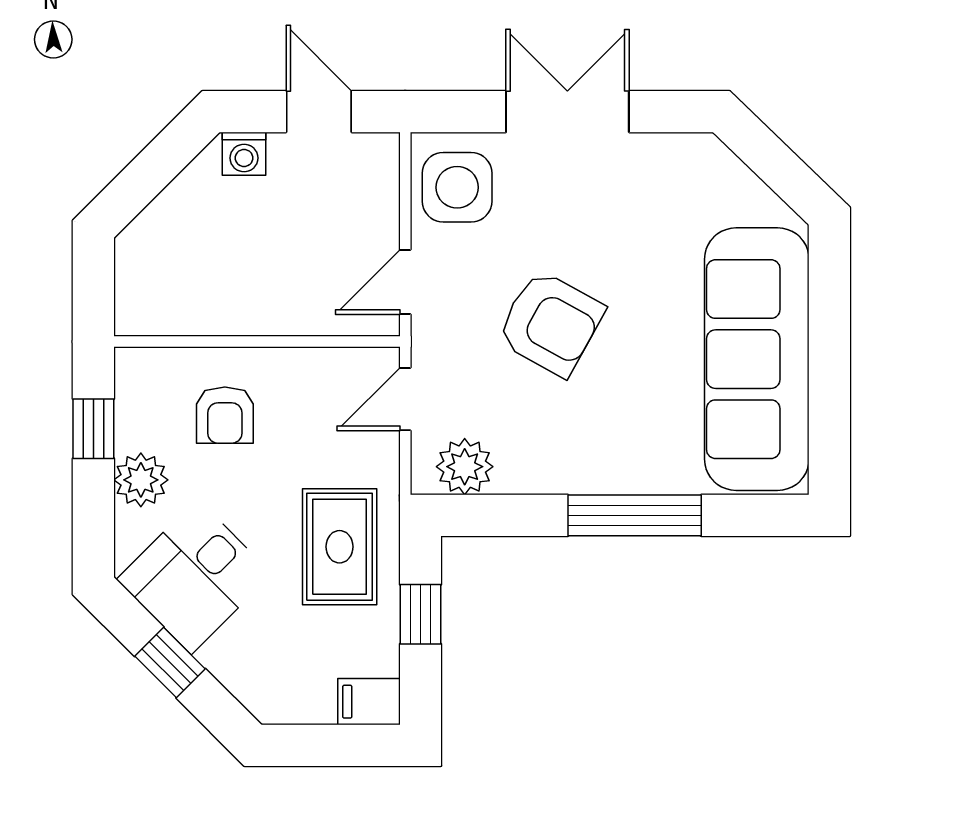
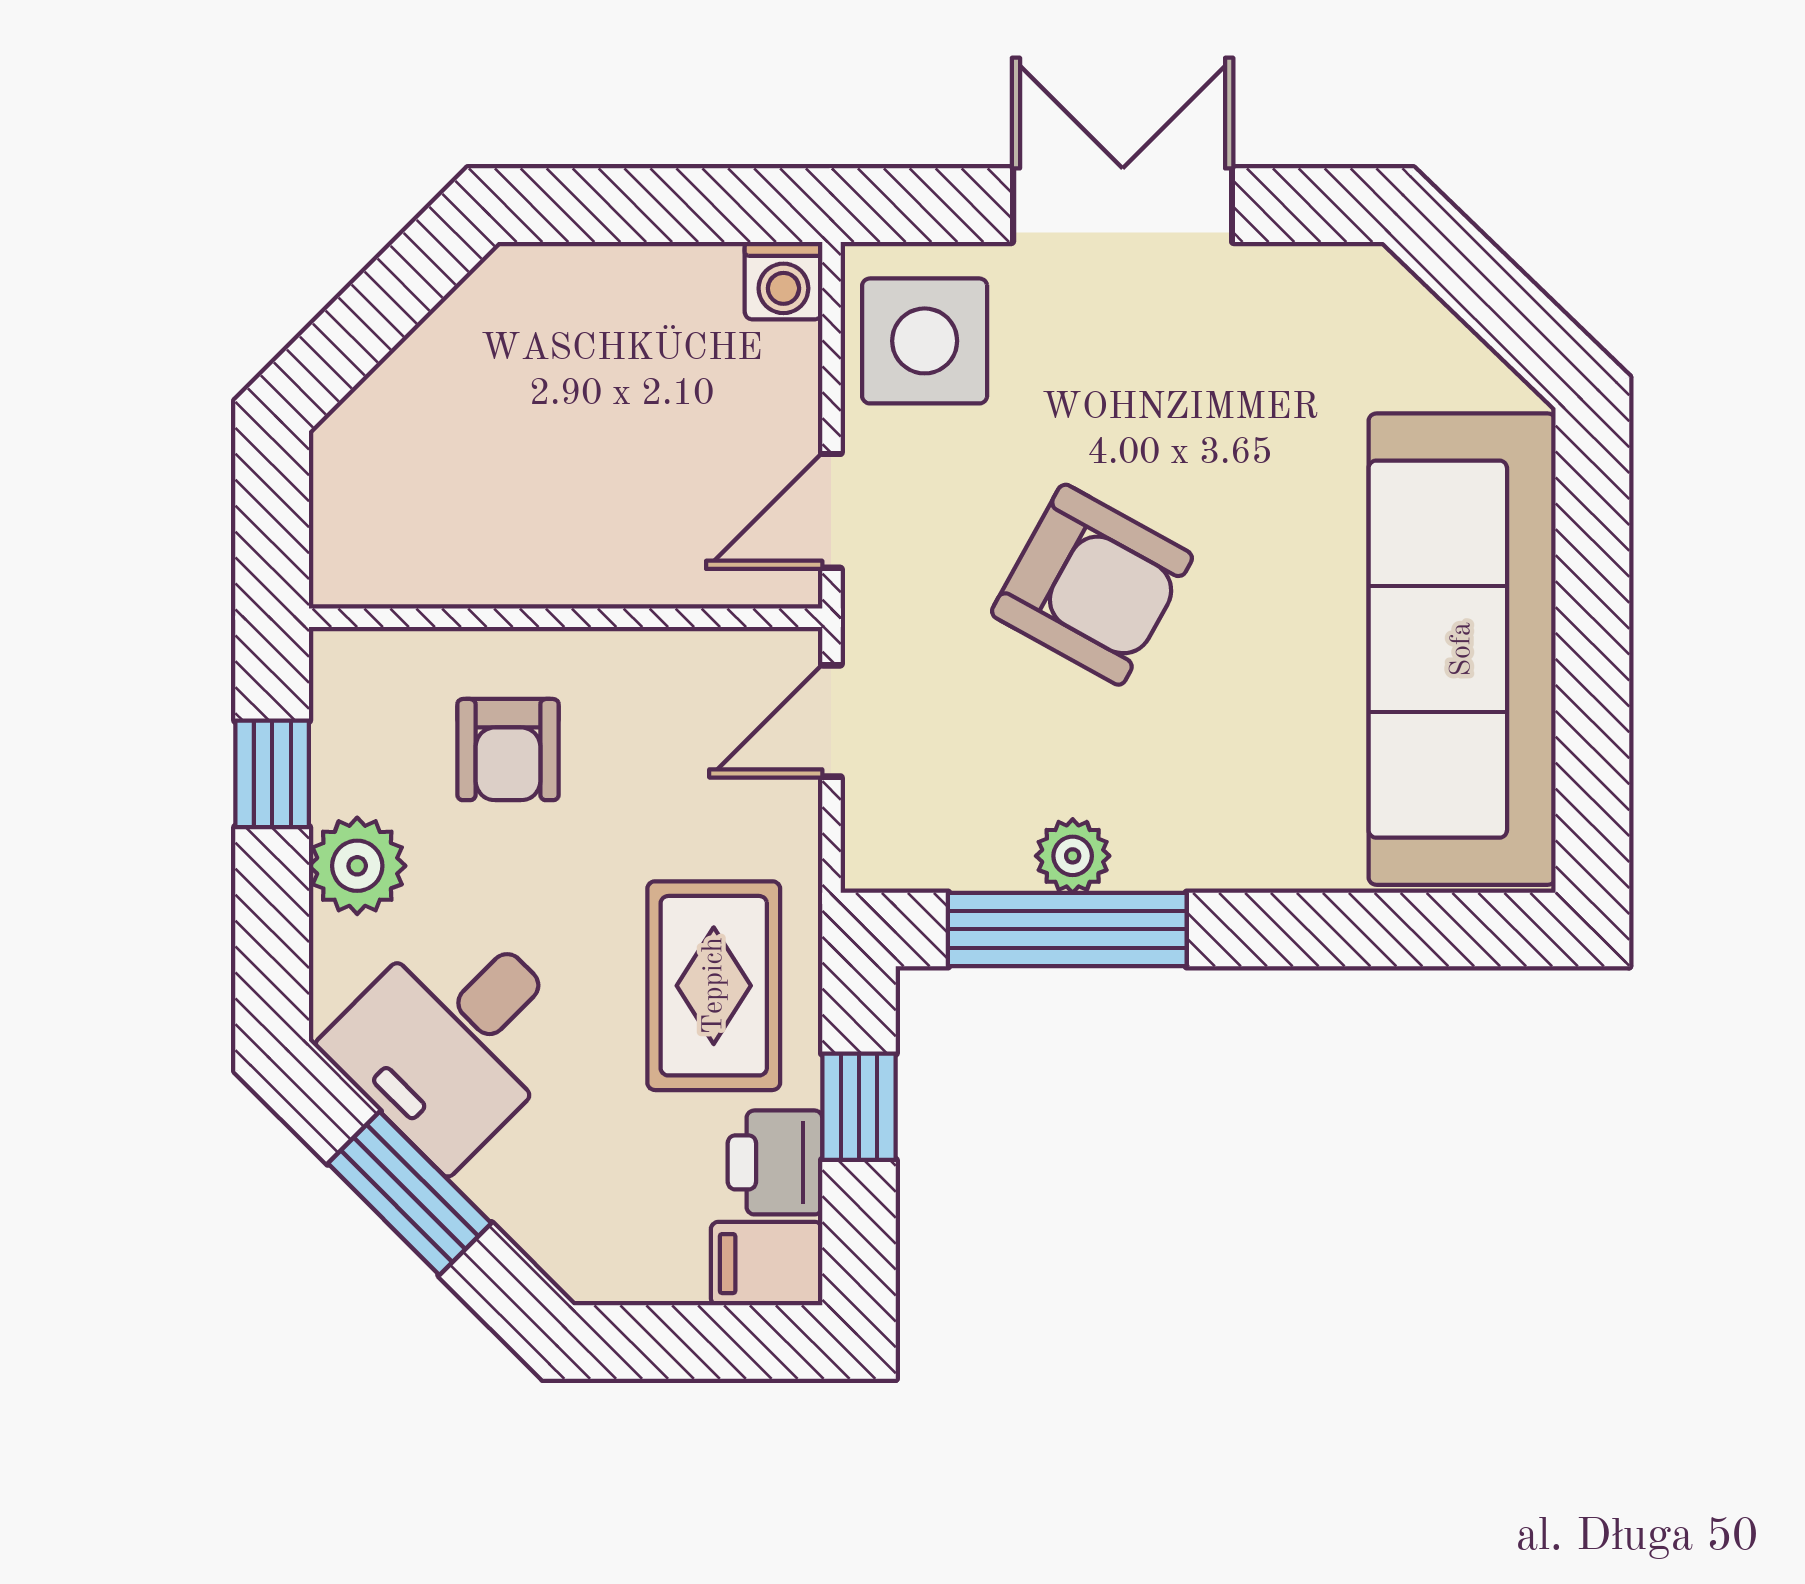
door: (319, 112) -> (677, 205), removed
washing machine: (244, 154) -> (783, 281), moved
plant: (465, 467) -> (1073, 856), moved, width x0.73, depth x0.73
window: (635, 515) -> (1067, 929), moved
printer: (374, 645) -> (775, 1162), added
window: (170, 662) -> (410, 1193), width x1.50

